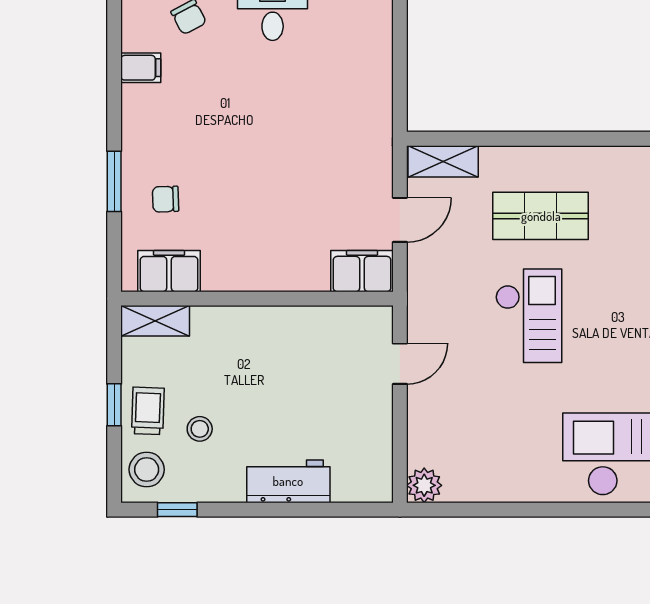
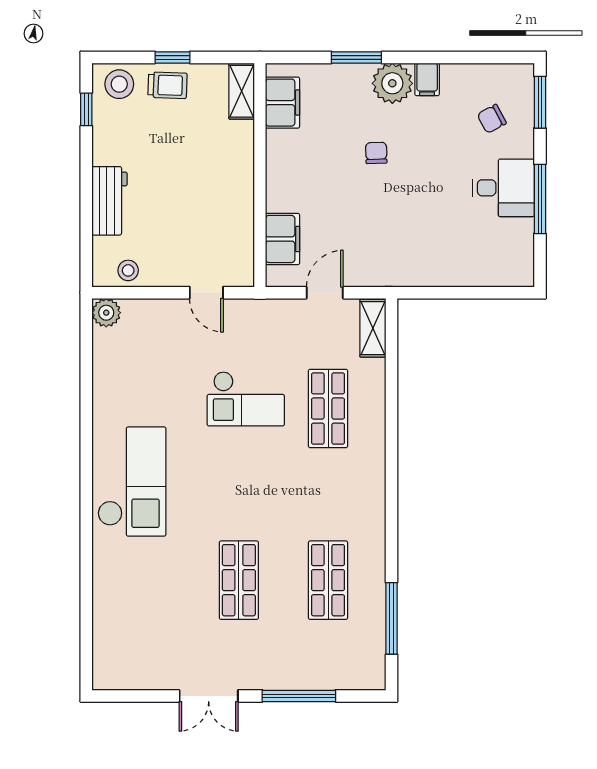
filing cabinet: (141, 68) -> (427, 79), moved
plant: (146, 138) -> (392, 83), added
chair: (166, 199) -> (376, 153), moved
door: (400, 220) -> (325, 293), swing flipped
filing cabinet: (362, 271) -> (283, 239), moved
stool: (200, 429) -> (128, 270), moved

